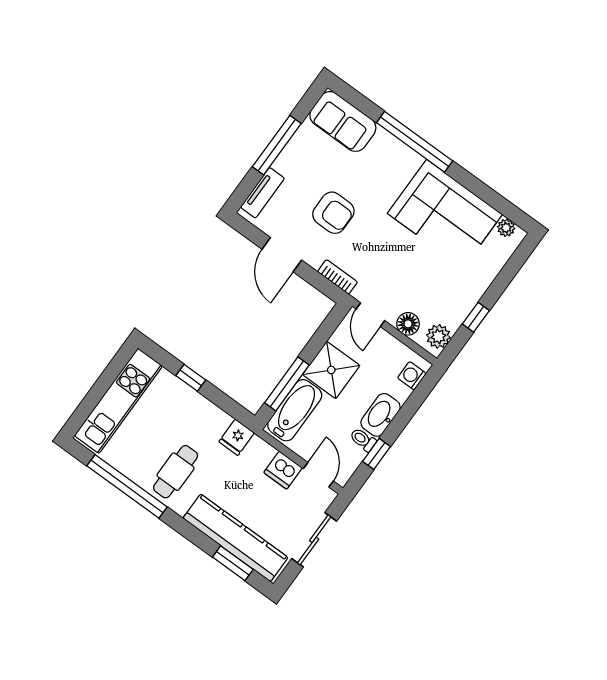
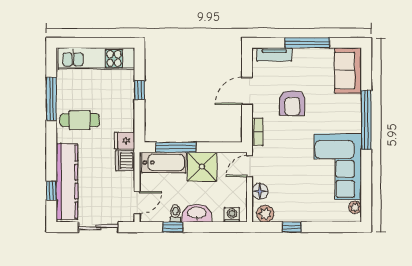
dishwasher: (283, 470) -> (125, 160), moved
window: (127, 486) -> (51, 99), width x0.68
window: (233, 563) -> (51, 191), width x0.67

